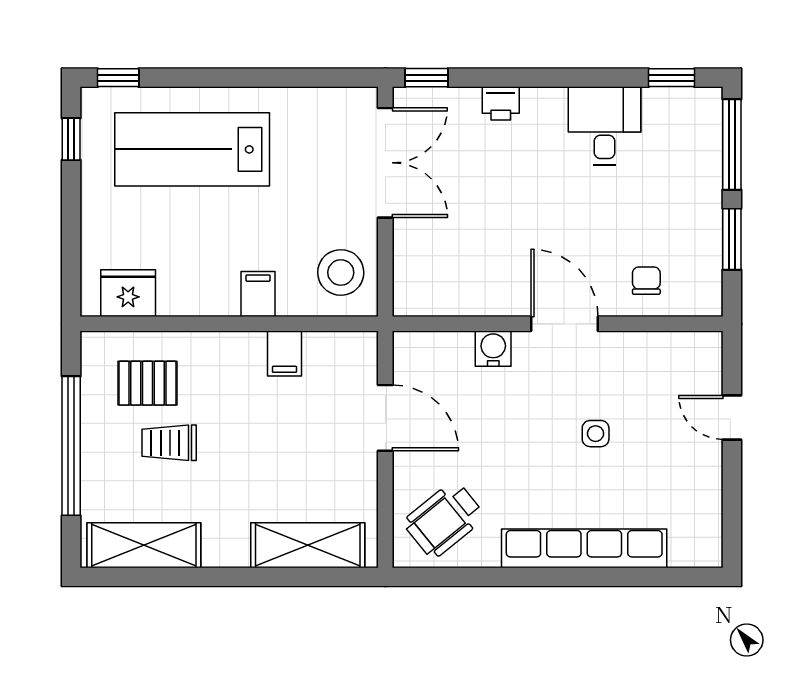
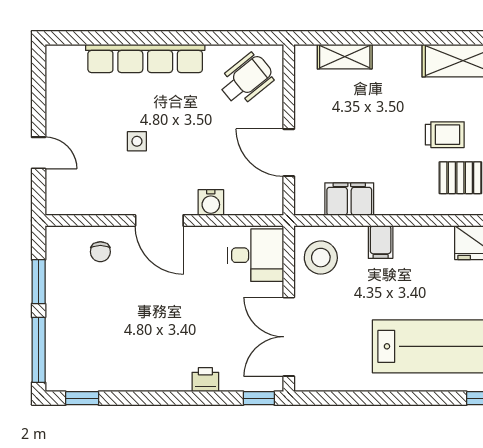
desk: (605, 126) -> (255, 255), moved, turned -90
filing cabinet: (284, 353) -> (349, 199), width x2.00
shelving: (308, 545) -> (345, 57), width x0.67, depth x0.75

